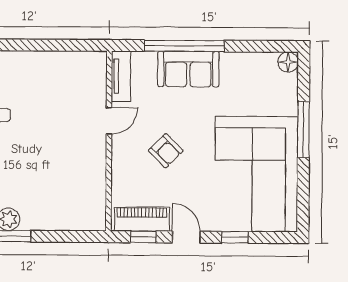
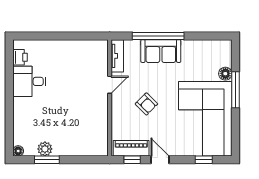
floor lamp: (288, 62) -> (225, 74), moved
window: (235, 237) -> (204, 160), moved

